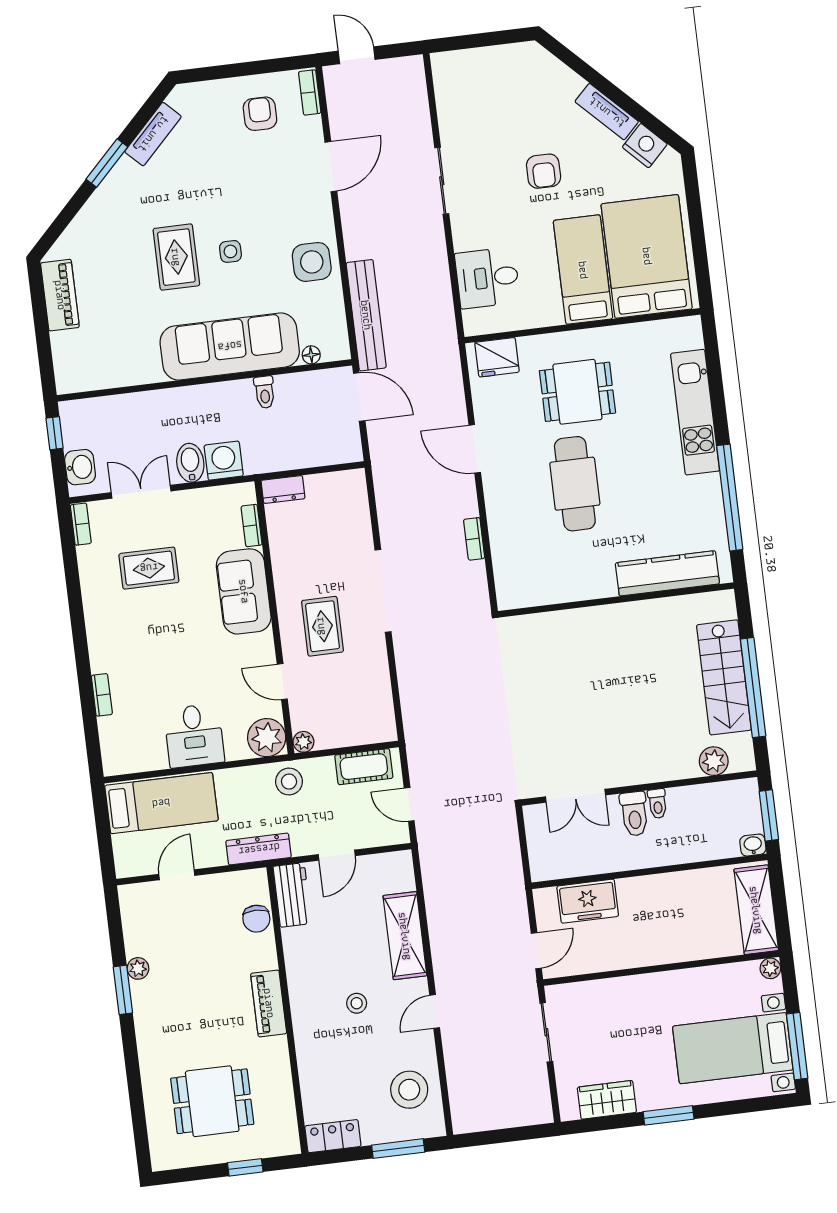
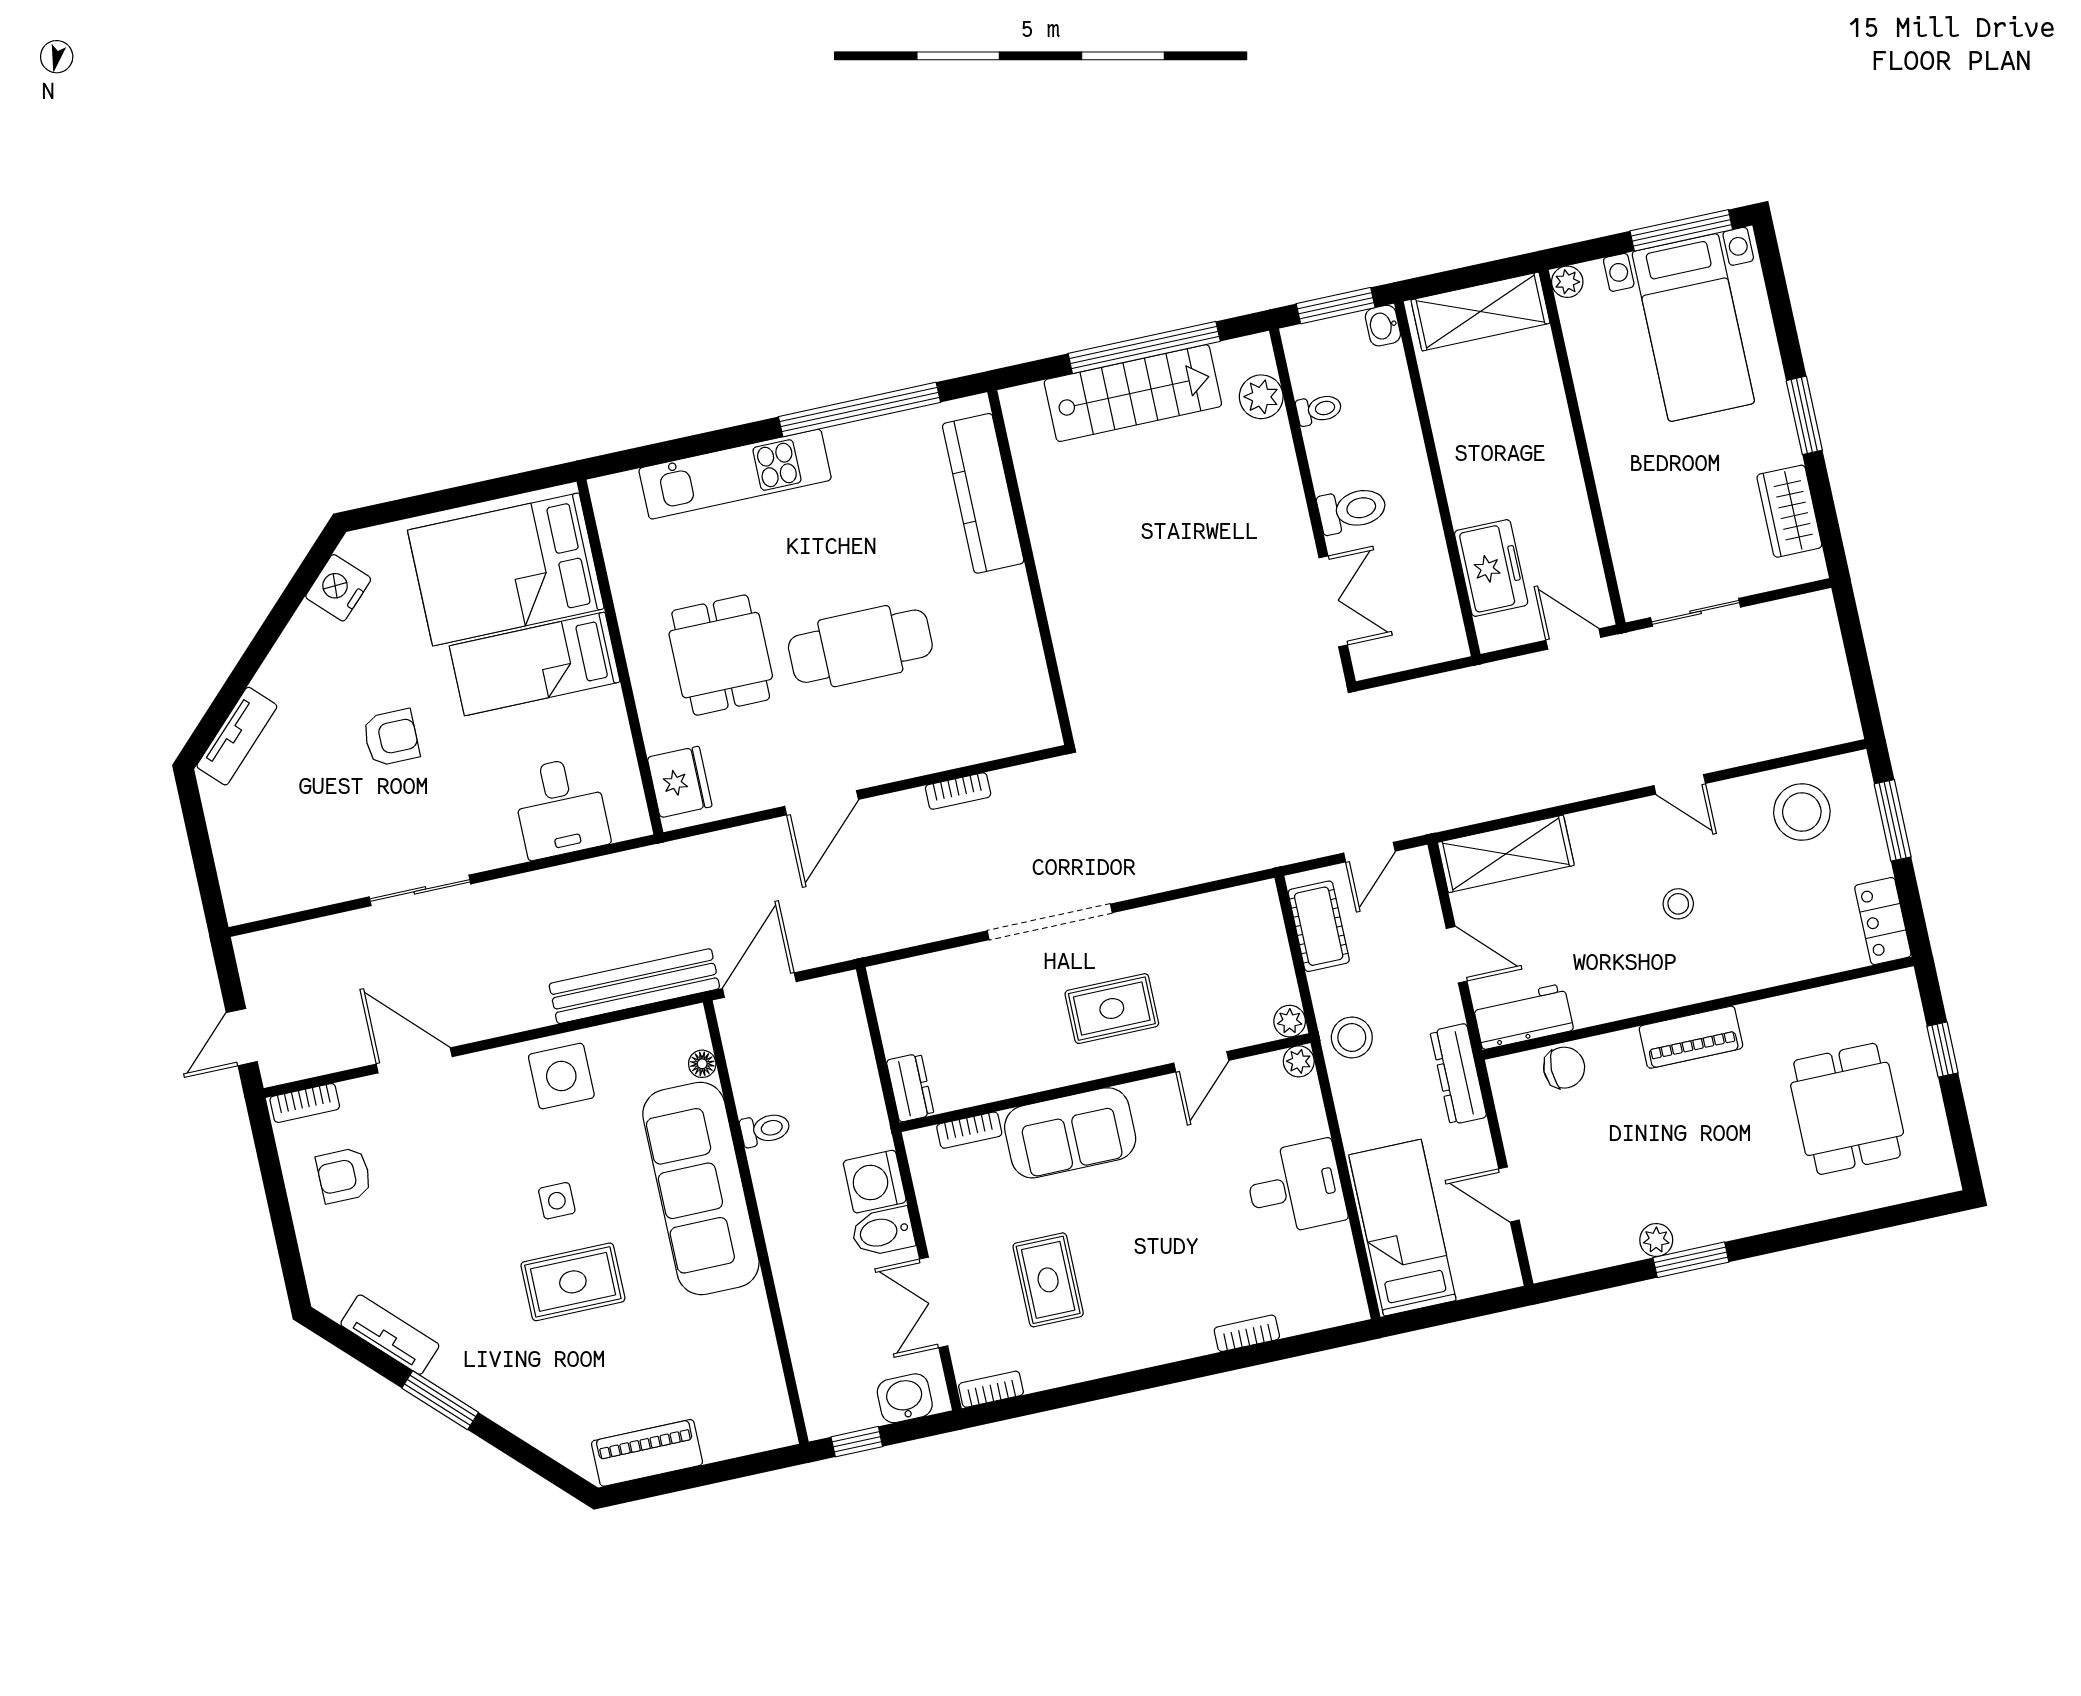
tv unit: (607, 112) -> (237, 736), moved
plant: (267, 738) -> (1299, 1061), width x0.53, depth x0.53
toilet: (657, 804) -> (1319, 409), moved
shelving: (405, 936) -> (1506, 854), moved

